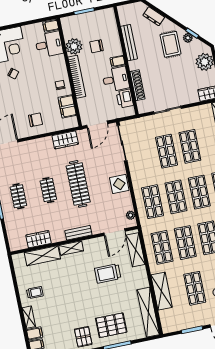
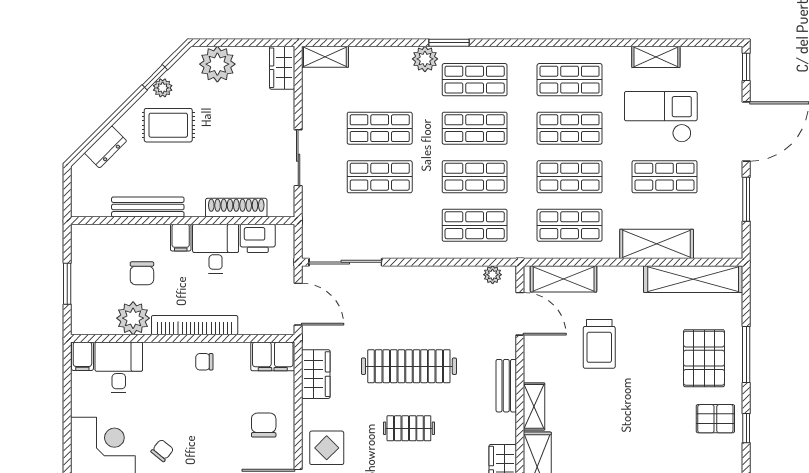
filing cabinet: (67, 106) -> (273, 356), moved
display table: (119, 184) -> (327, 448), moved

